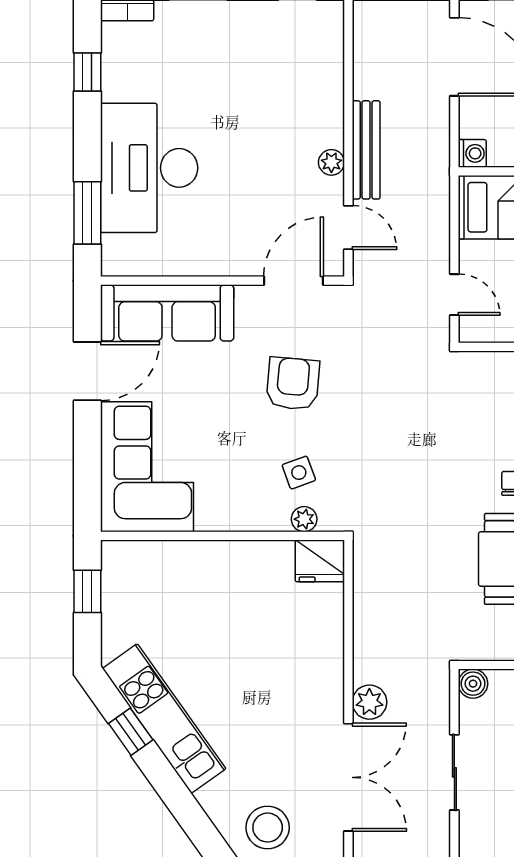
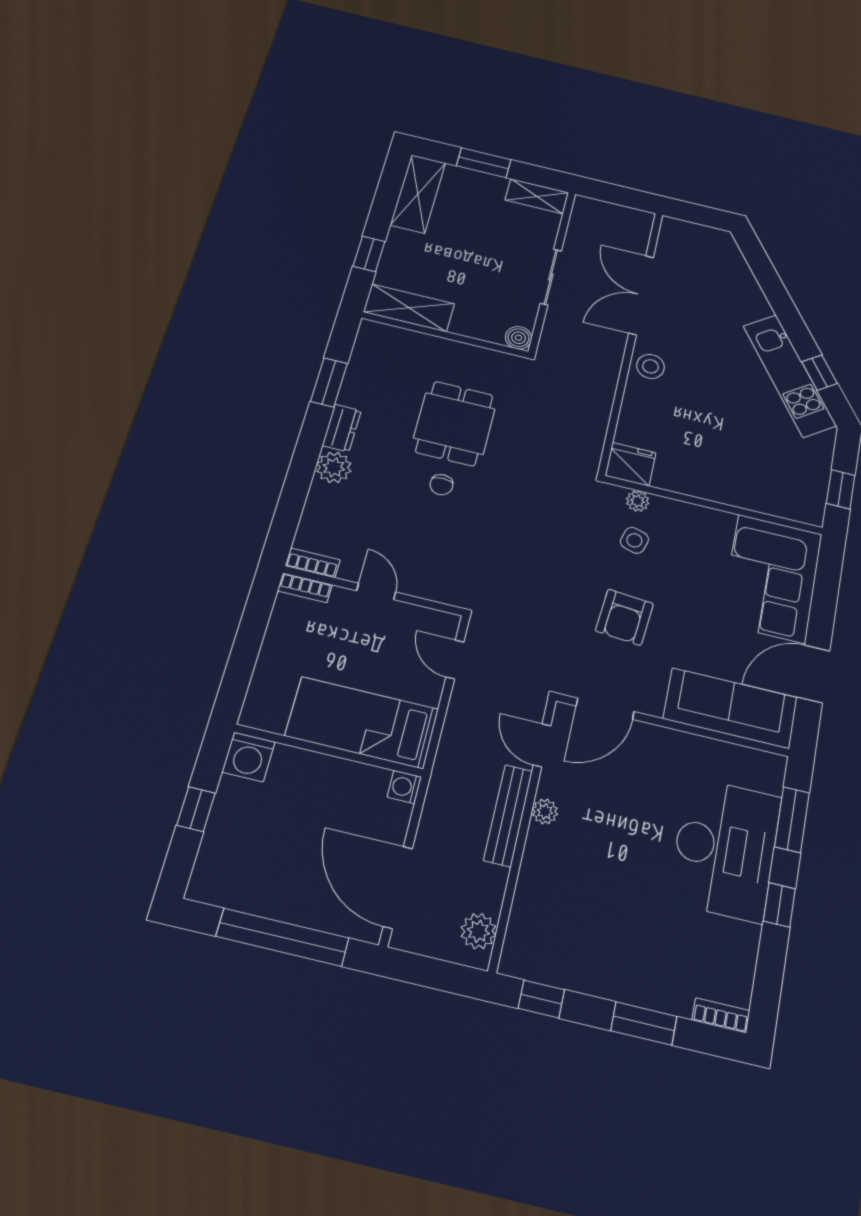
window: (87, 72) -> (779, 905), moved
side table: (299, 473) -> (634, 540), turned 36
plant: (369, 702) -> (478, 931), moved
stool: (268, 828) -> (651, 366), moved, width x0.73, depth x0.73

